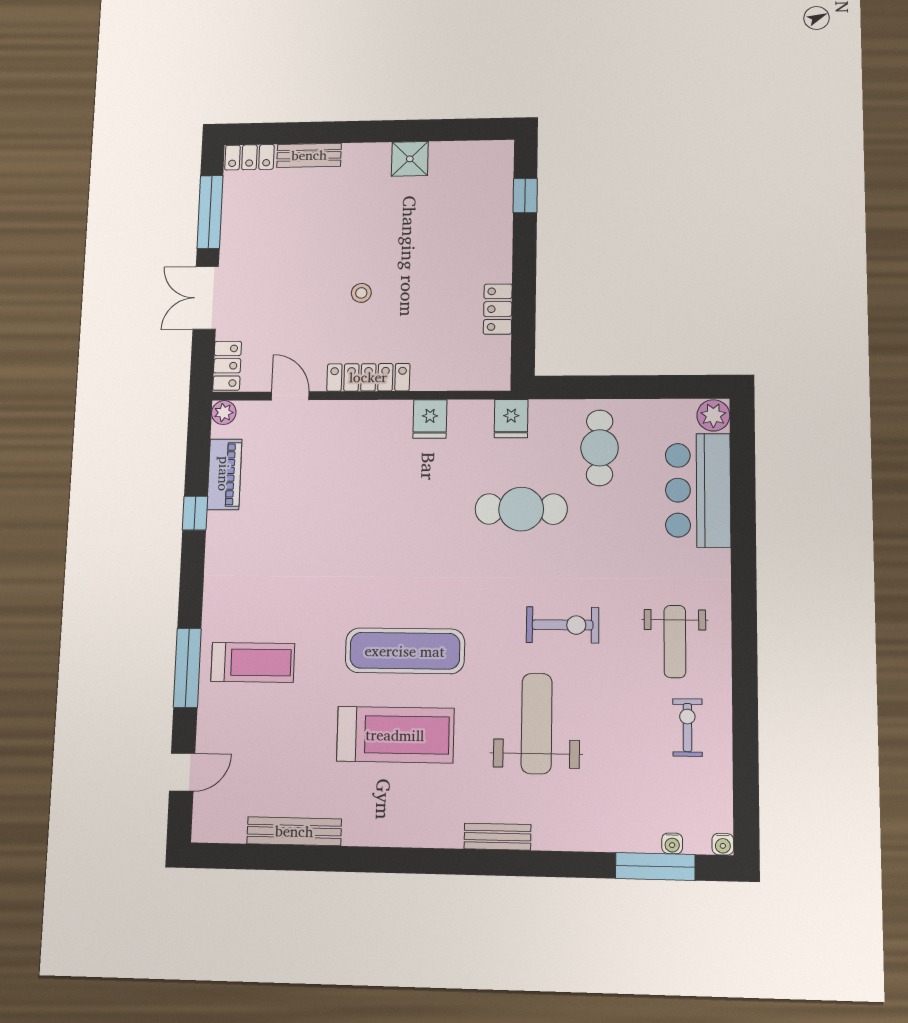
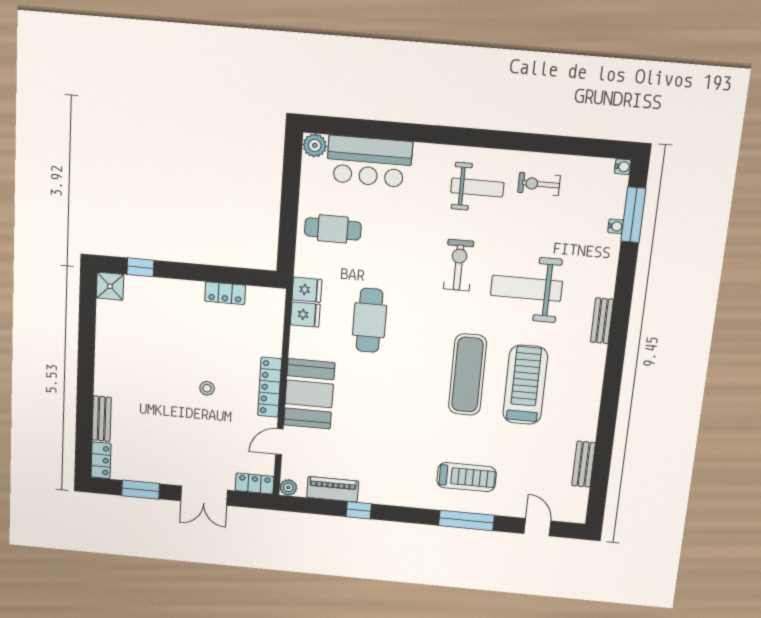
shower: (410, 159) -> (110, 286), moved
window: (210, 212) -> (141, 490), width x0.69
fridge: (430, 419) -> (305, 315), moved
booth: (362, 432) -> (309, 394), added
cafe table: (521, 509) -> (370, 320), moved
treadmill: (253, 662) -> (467, 477), turned 90
bench: (294, 831) -> (584, 464), width x0.73
water cooler: (672, 843) -> (616, 226), moved

